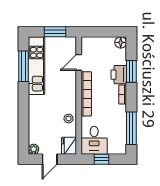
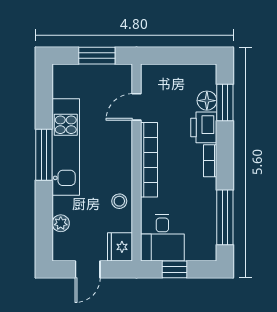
floor lamp: (121, 42) -> (207, 101), moved
window: (24, 66) -> (44, 155), moved
kitchen unit: (37, 66) -> (66, 147), moved
window: (131, 71) -> (225, 102), moved
plant: (34, 149) -> (61, 223), moved

